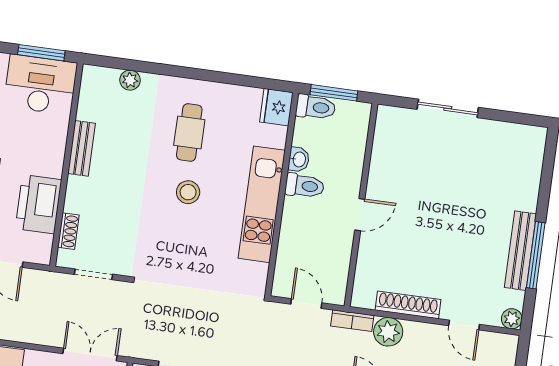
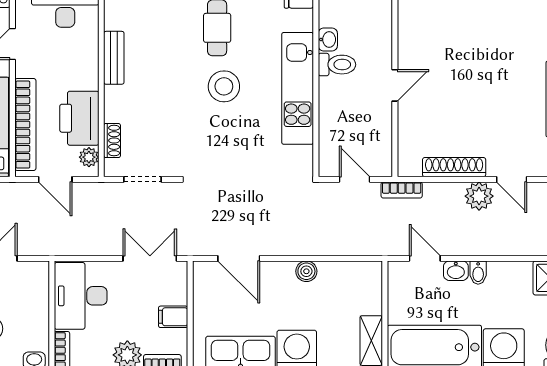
stool: (188, 192) -> (224, 86), width x1.38, depth x1.38
plant: (43, 245) -> (89, 157), added
plant: (388, 332) -> (479, 196), moved

